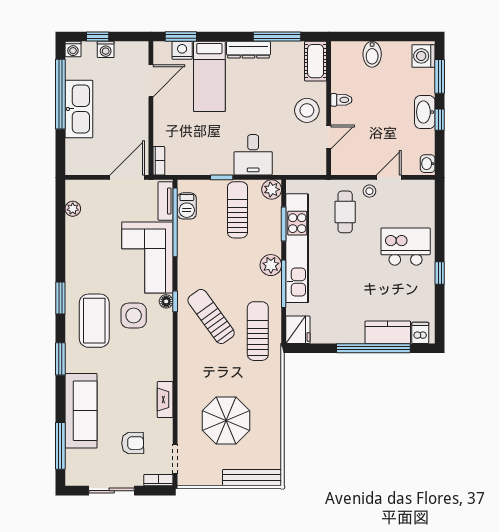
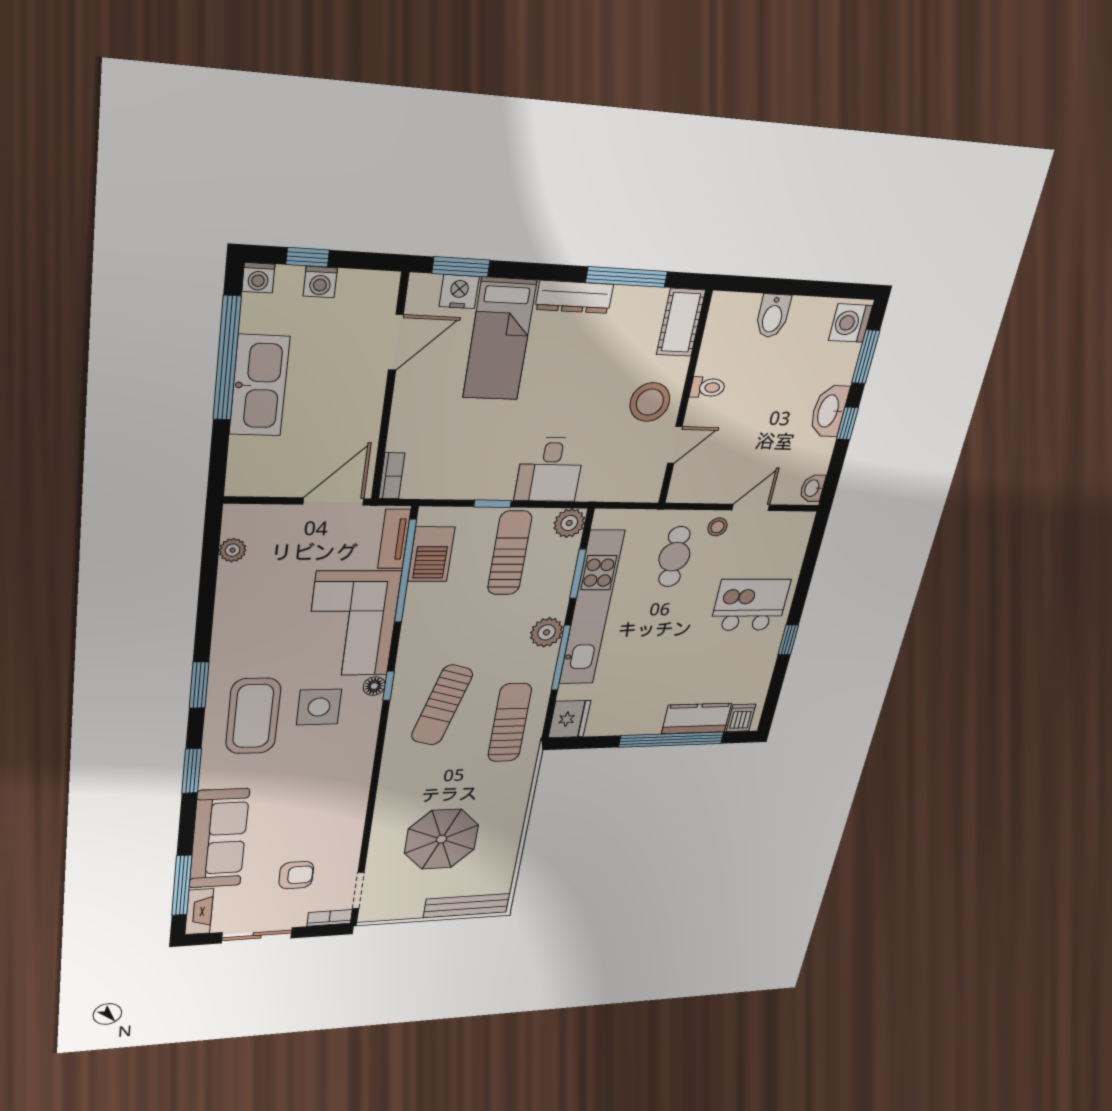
barbecue: (187, 206) -> (431, 554), width x1.38, depth x1.27
sun lounger: (211, 317) -> (442, 705), turned -128
fireplace: (165, 400) -> (199, 912), moved, turned 180

